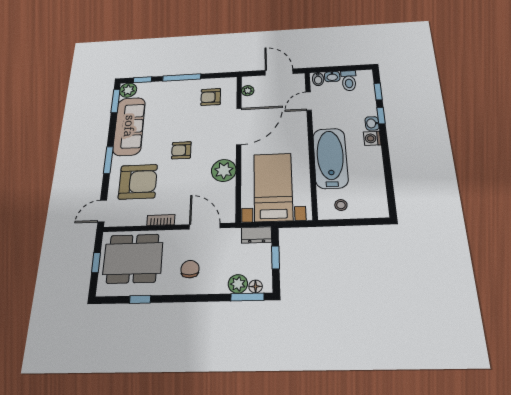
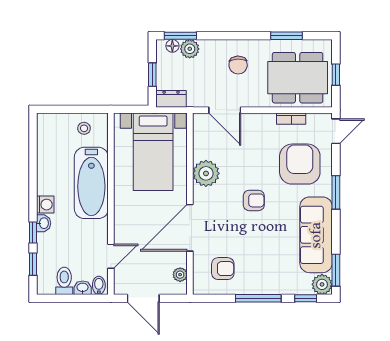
armchair: (138, 182) -> (300, 164), turned 90
bookcase: (161, 220) -> (291, 119), moved
window: (140, 299) -> (287, 36), width x1.50

